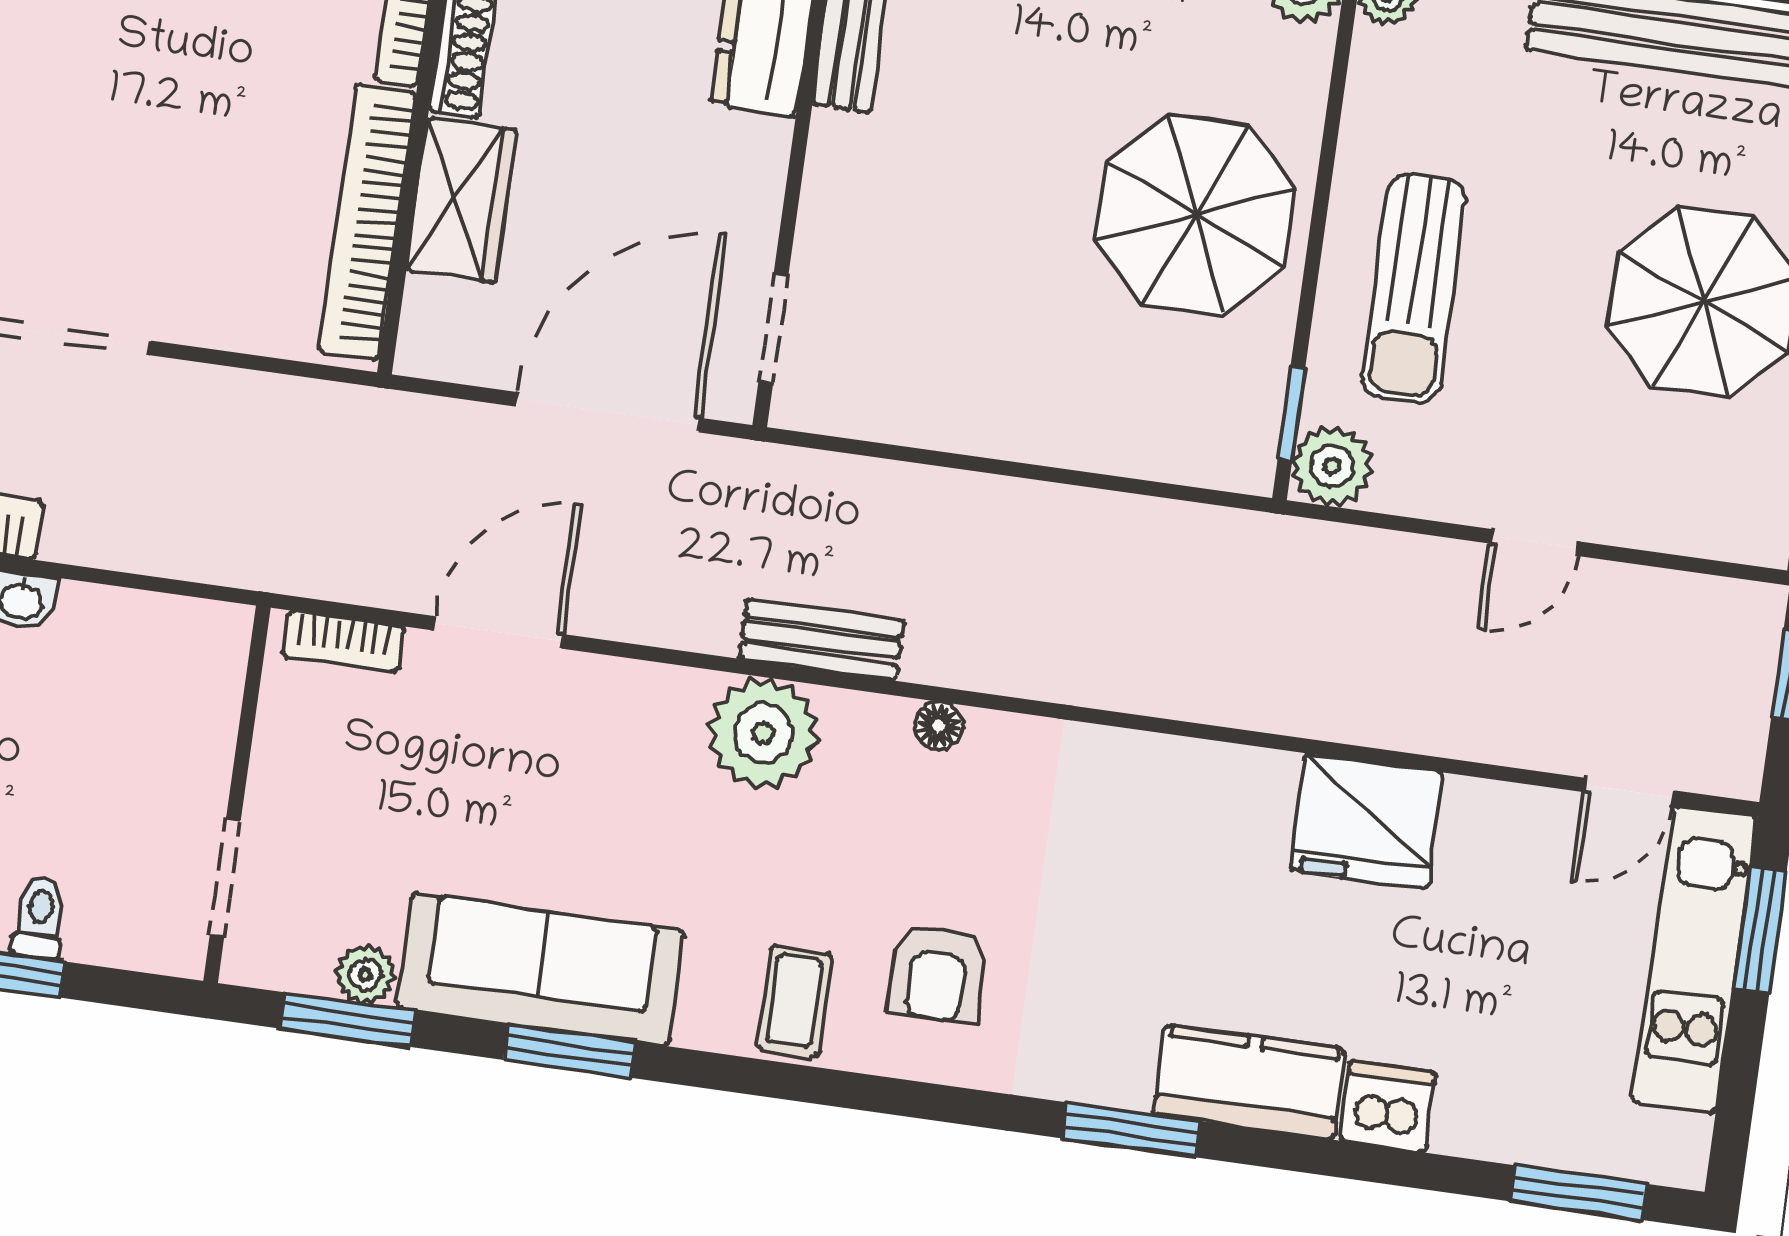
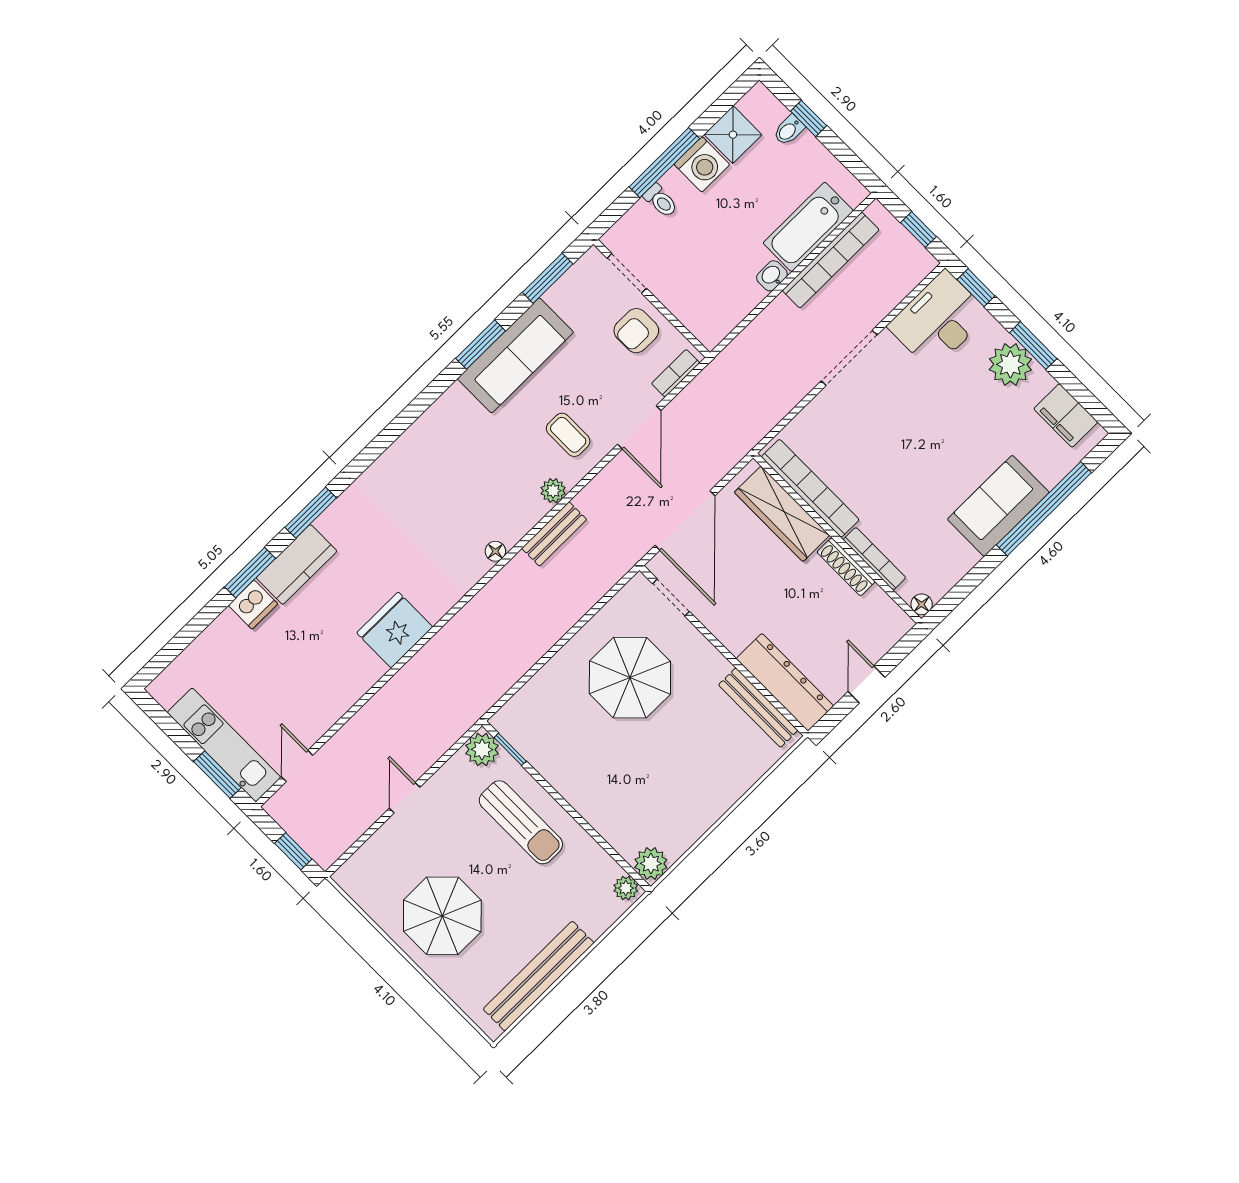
wardrobe: (461, 200) -> (782, 514), width x1.50
parasol: (1196, 214) -> (630, 678), moved
sun lounger: (1414, 288) -> (521, 822), turned 180
plant: (764, 733) -> (553, 491), width x0.53, depth x0.53
fridge: (1366, 821) -> (395, 630), moved
armchair: (937, 973) -> (636, 331), moved, turned -90
plant: (365, 974) -> (558, 296), removed
coffee table: (795, 1001) -> (568, 435), moved
window: (1579, 1193) -> (250, 573), moved

